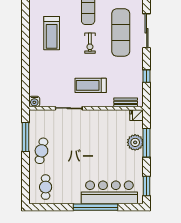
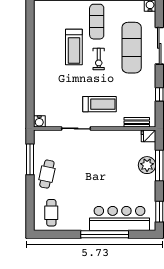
treadmill: (52, 33) -> (74, 47), moved
treadmill: (91, 85) -> (100, 104), turned 180

